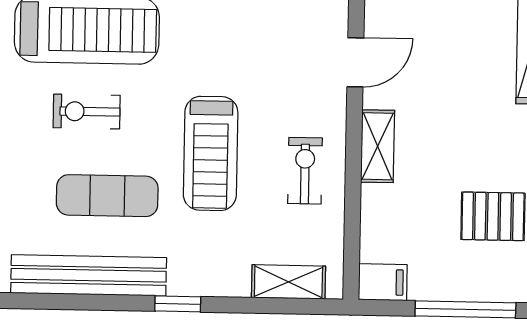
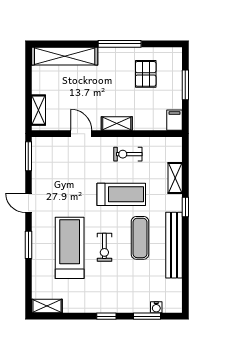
shelving: (288, 282) -> (175, 178), moved
window: (465, 309) -> (185, 85), width x0.69

